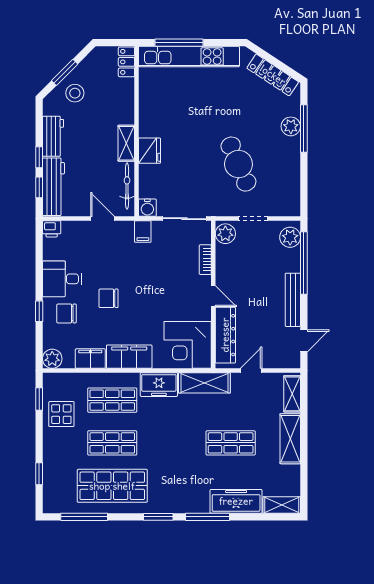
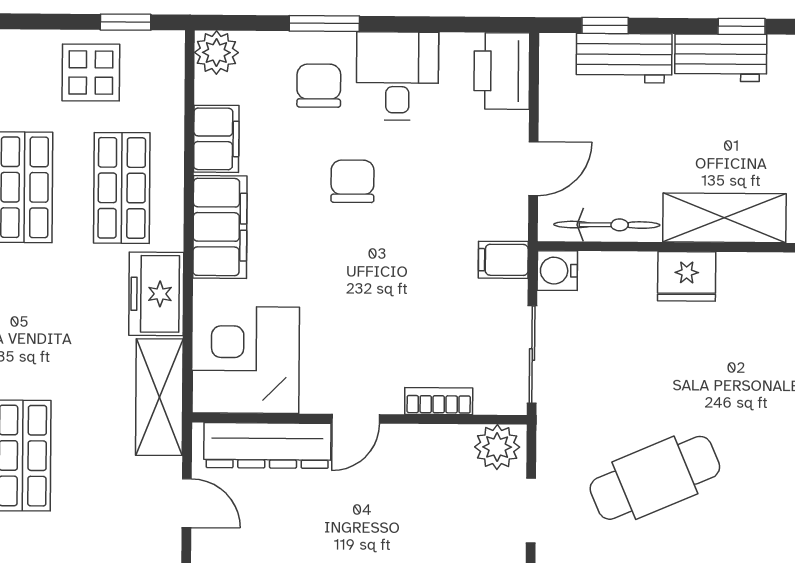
shelving: (126, 143) -> (724, 218), width x1.50, depth x1.33
window: (39, 157) -> (742, 26), moved
workbench: (53, 187) -> (624, 58), width x0.73
printer: (52, 229) -> (502, 71), width x1.87, depth x1.48
window: (39, 311) -> (324, 23), width x1.50

